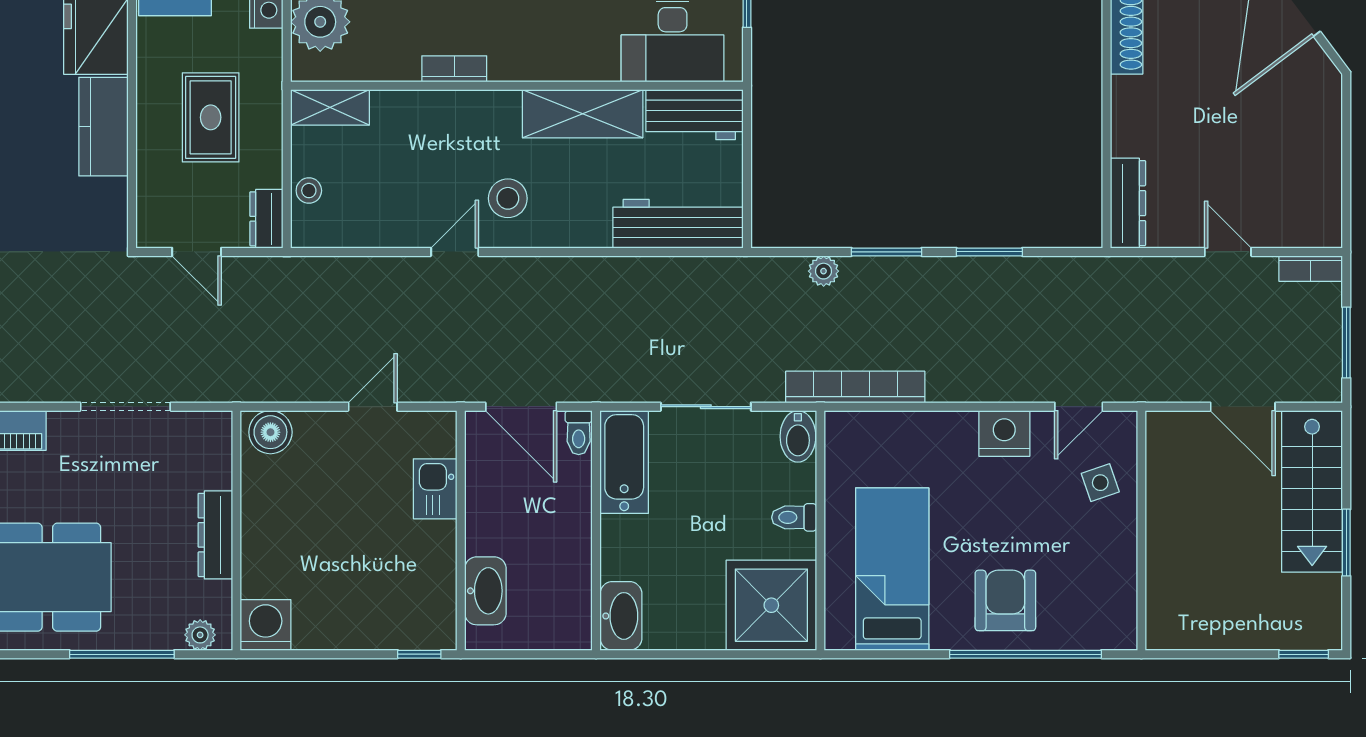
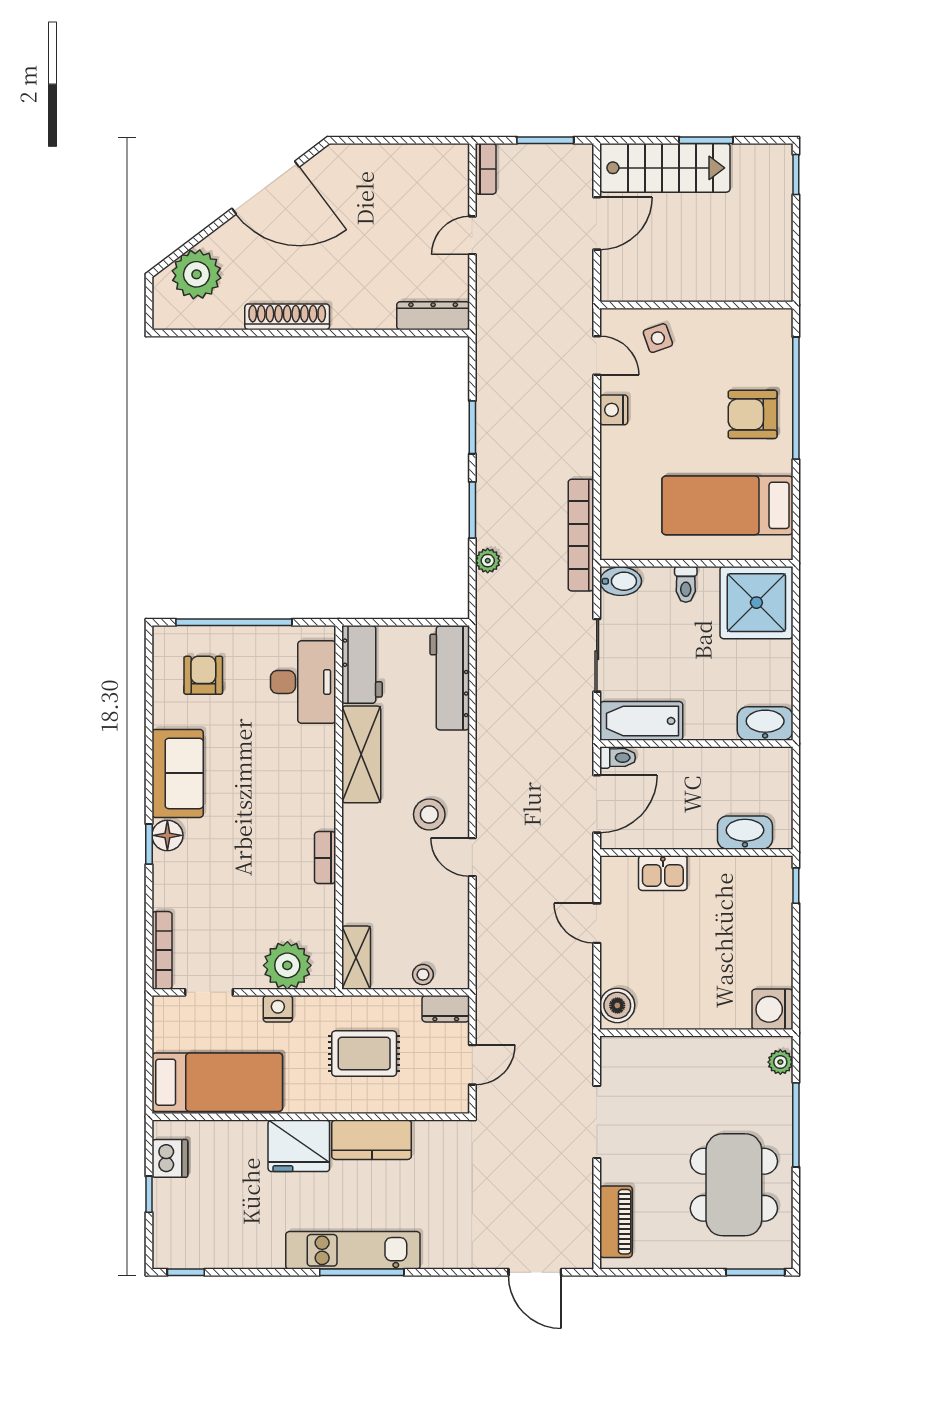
nightstand: (1004, 433) -> (614, 410), width x0.74, depth x0.75
dresser: (215, 535) -> (700, 1050), removed

